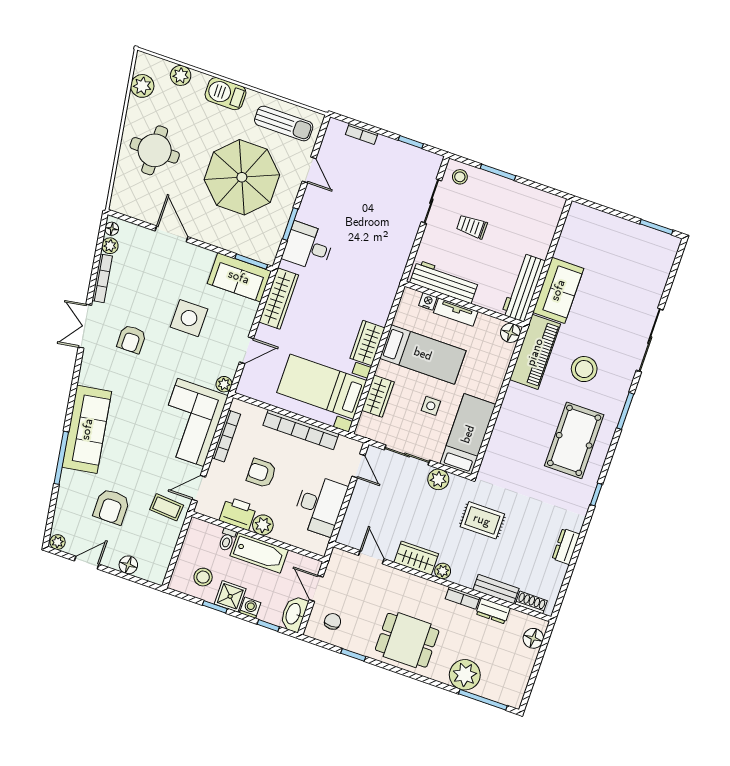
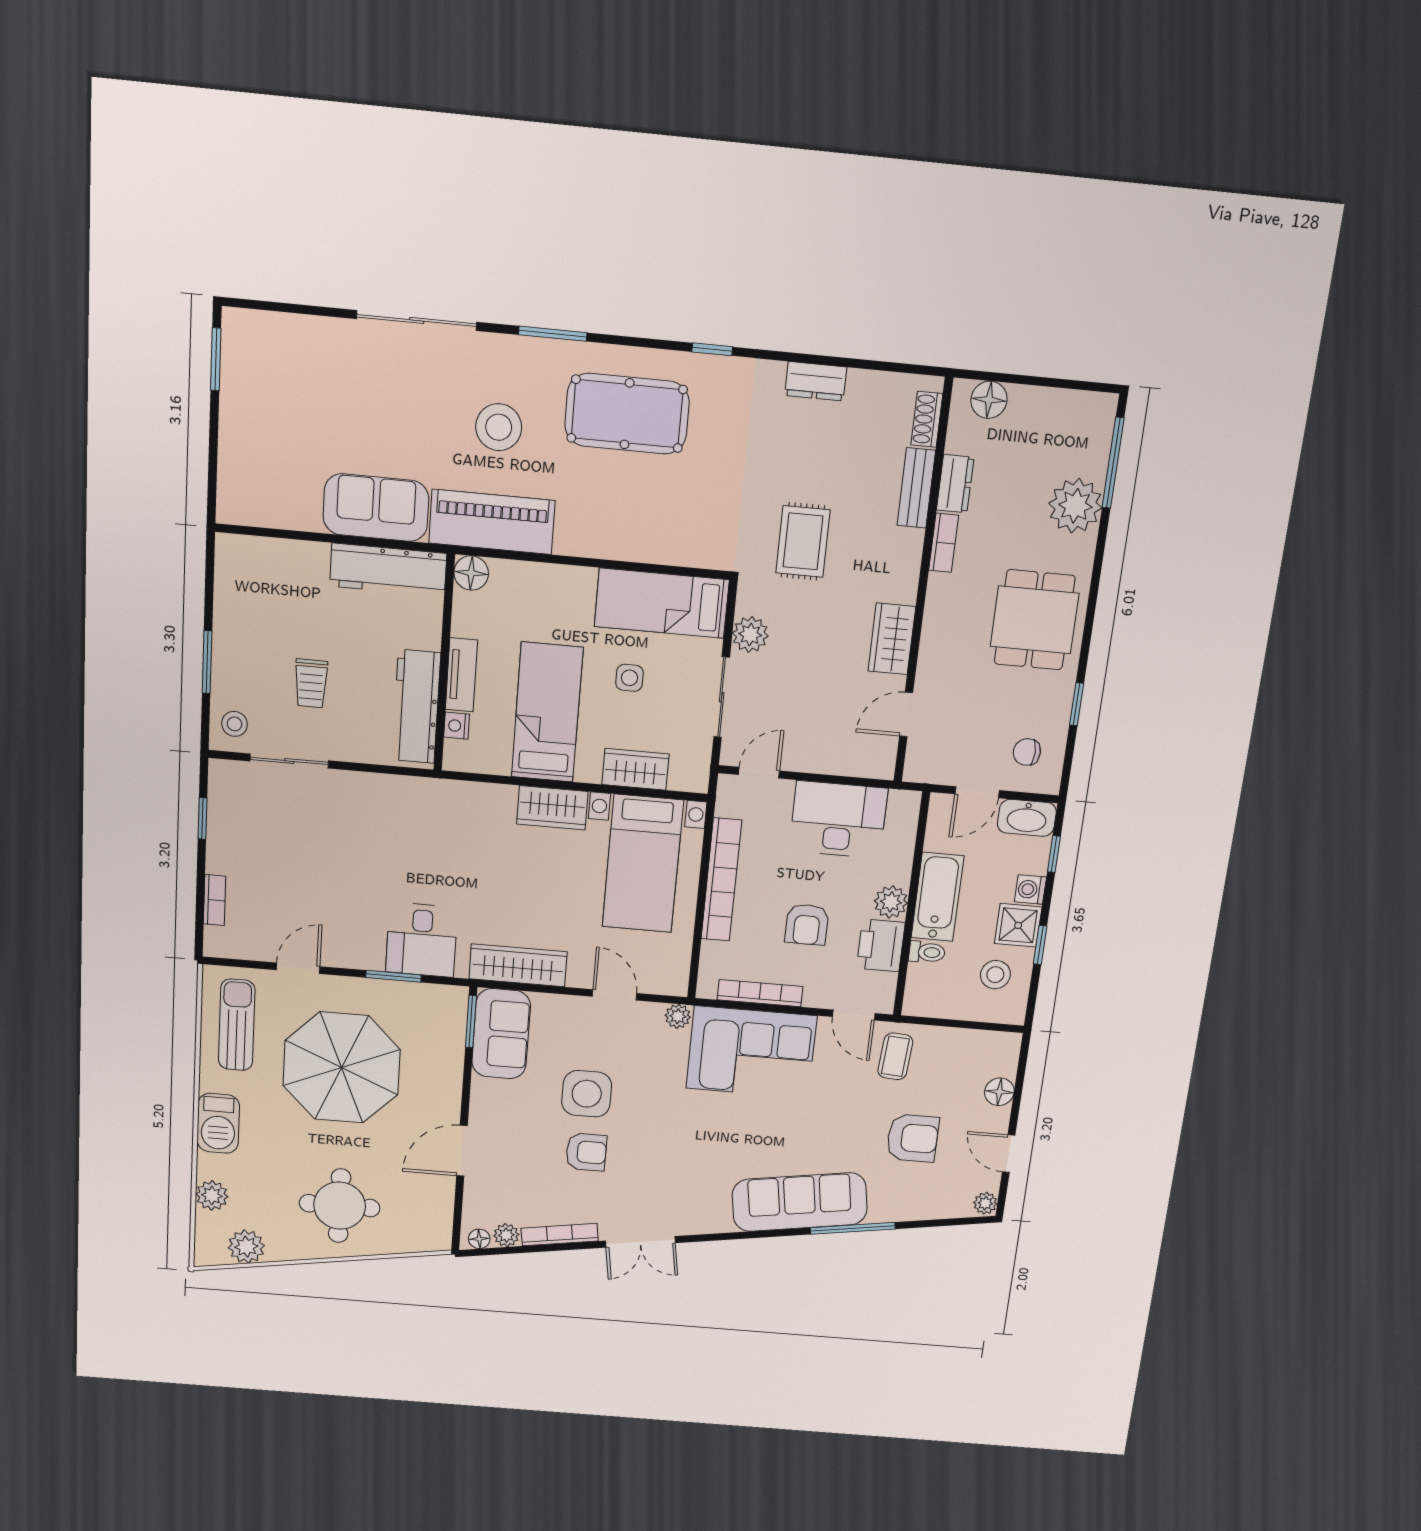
armchair: (131, 339) -> (586, 1152), moved
plant: (443, 571) -> (904, 589), removed

